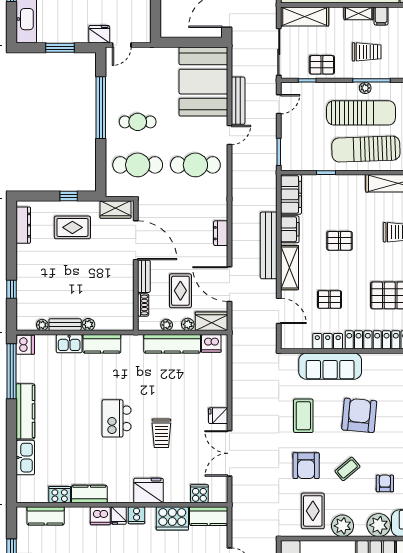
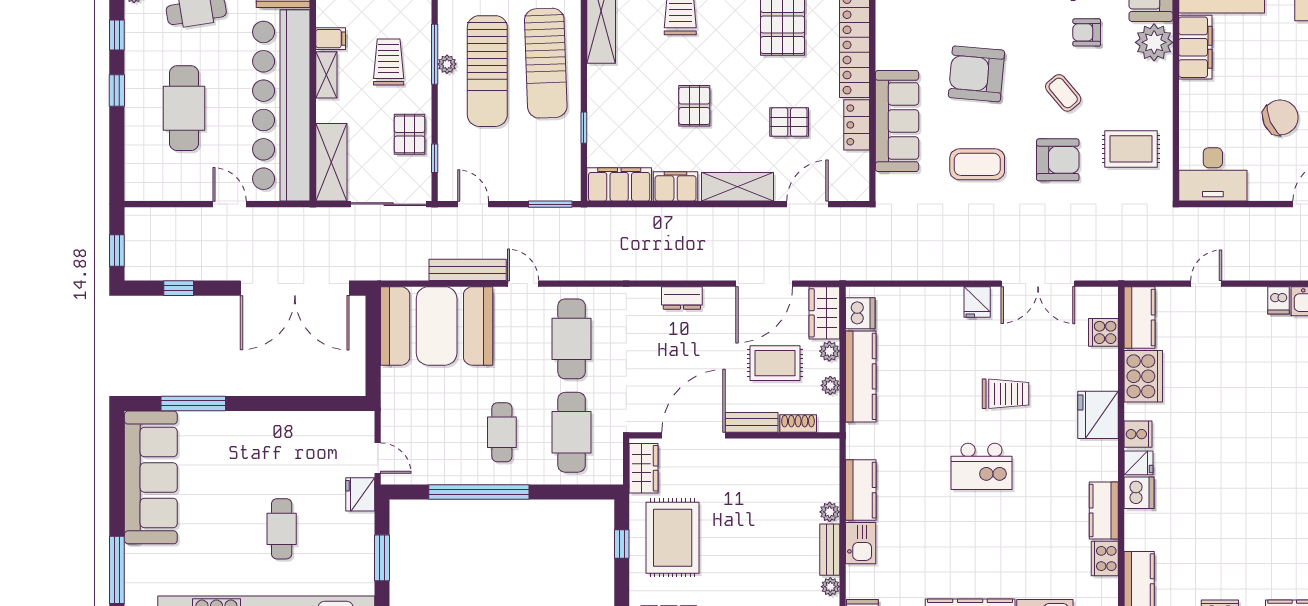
sun lounger: (361, 113) -> (487, 71), turned 180
rug: (72, 227) -> (673, 538), width x1.36, depth x1.43
bench: (269, 245) -> (702, 220), removed
pallet: (329, 299) -> (789, 122), turned 90
plant: (343, 526) -> (1155, 101), removed

